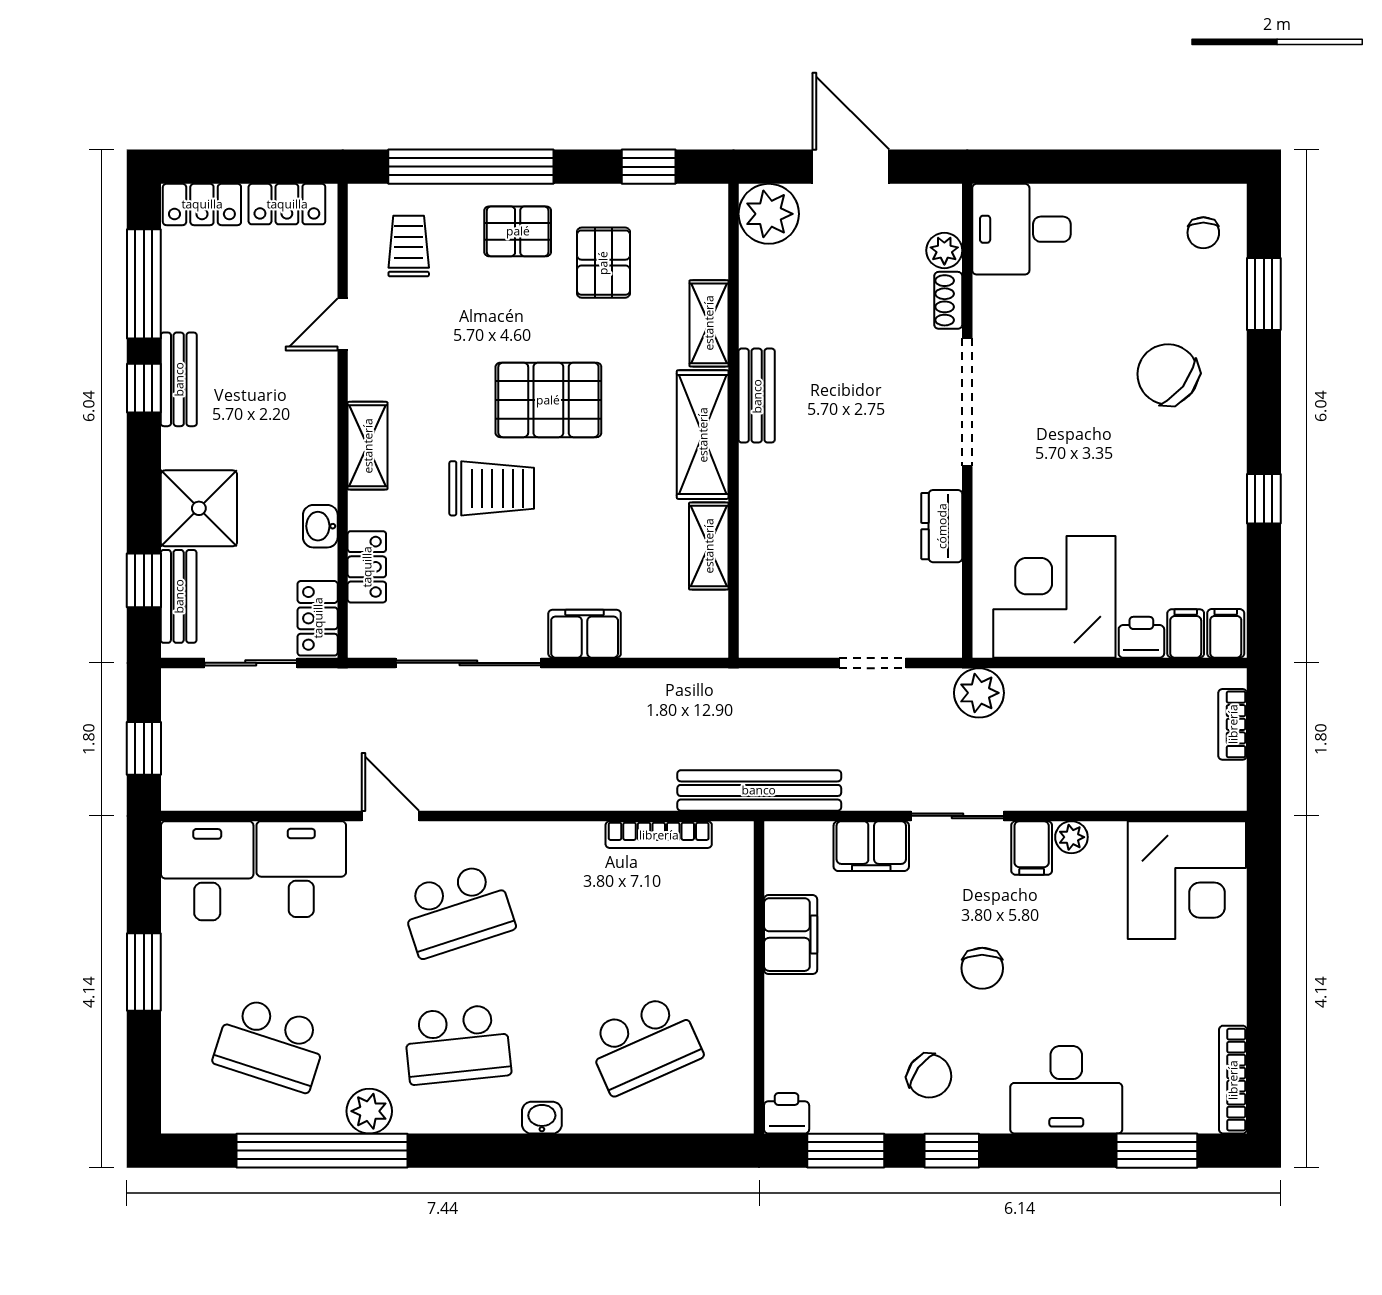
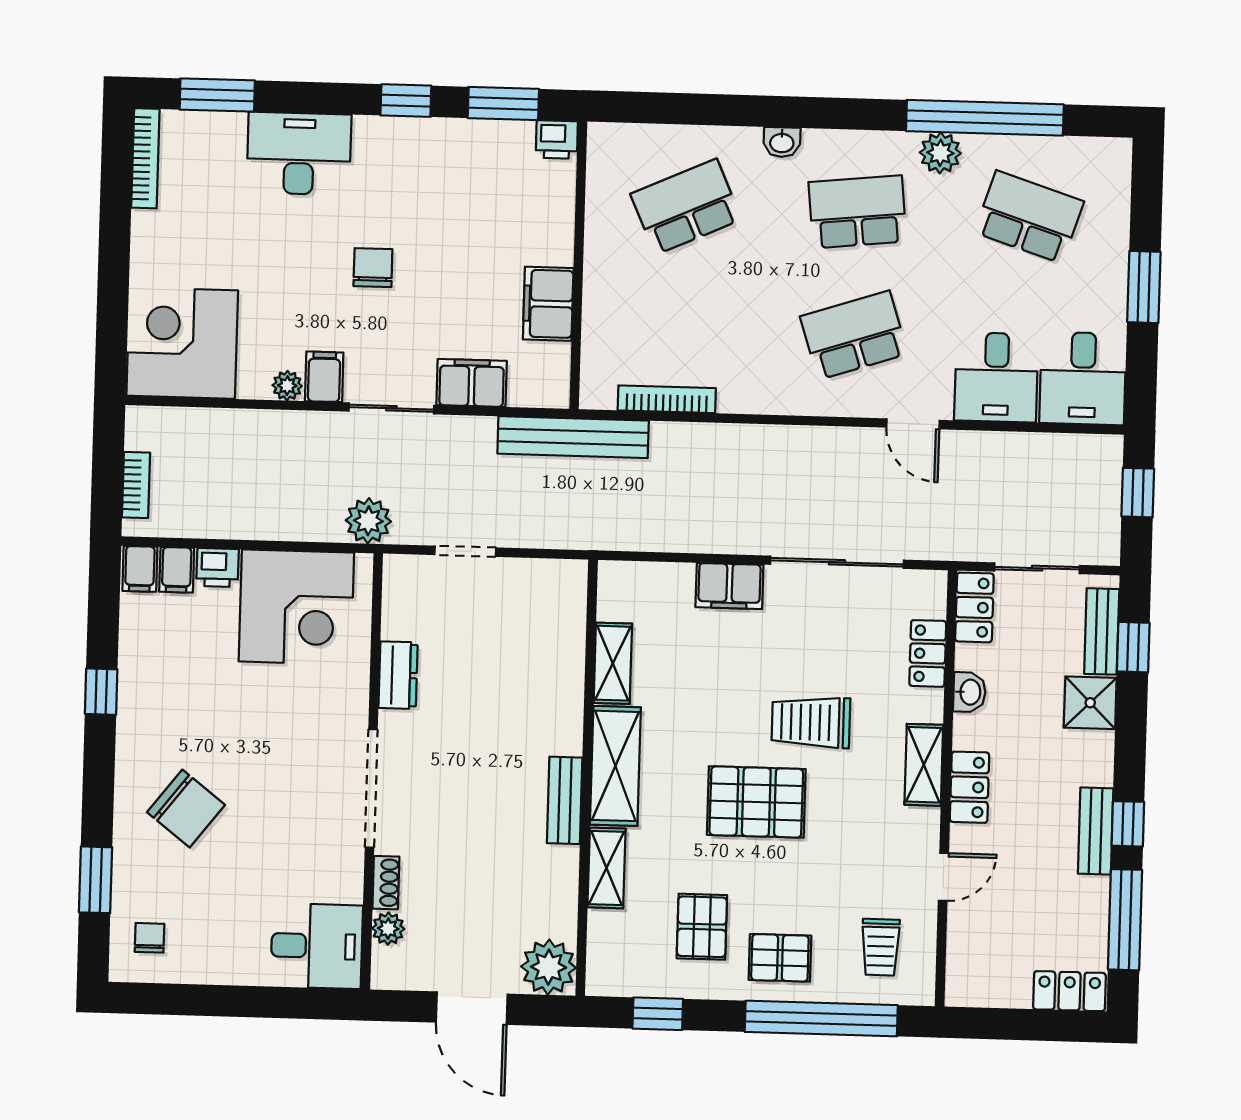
locker: (287, 204) -> (970, 787), moved, turned 90
shower: (199, 508) -> (1090, 703), width x0.73, depth x0.73
chair: (929, 1076) -> (424, 170), removed

